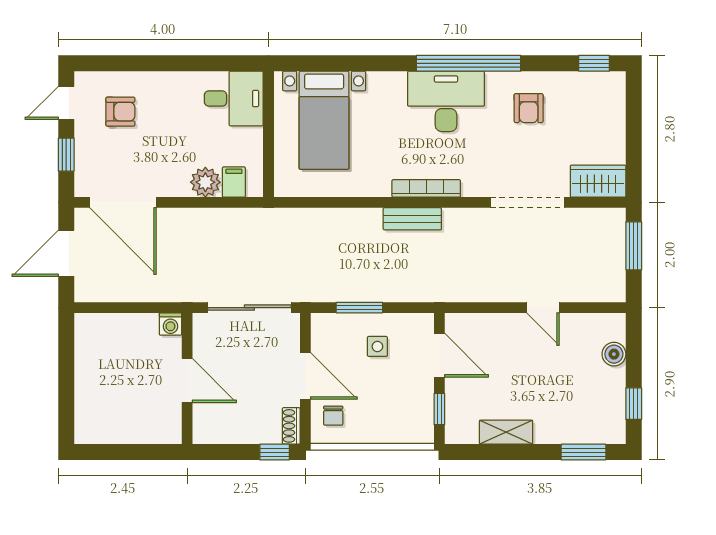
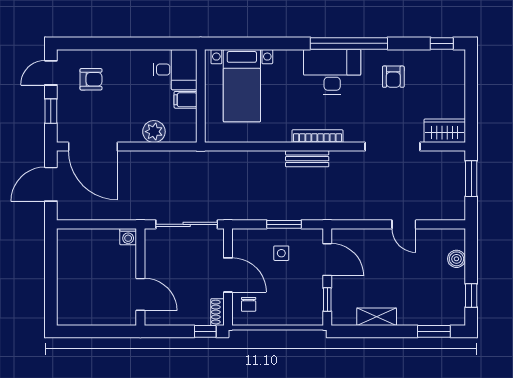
filing cabinet: (234, 182) -> (186, 100), moved, turned -90
window: (359, 308) -> (284, 224), moved
door: (187, 381) -> (140, 294), moved

